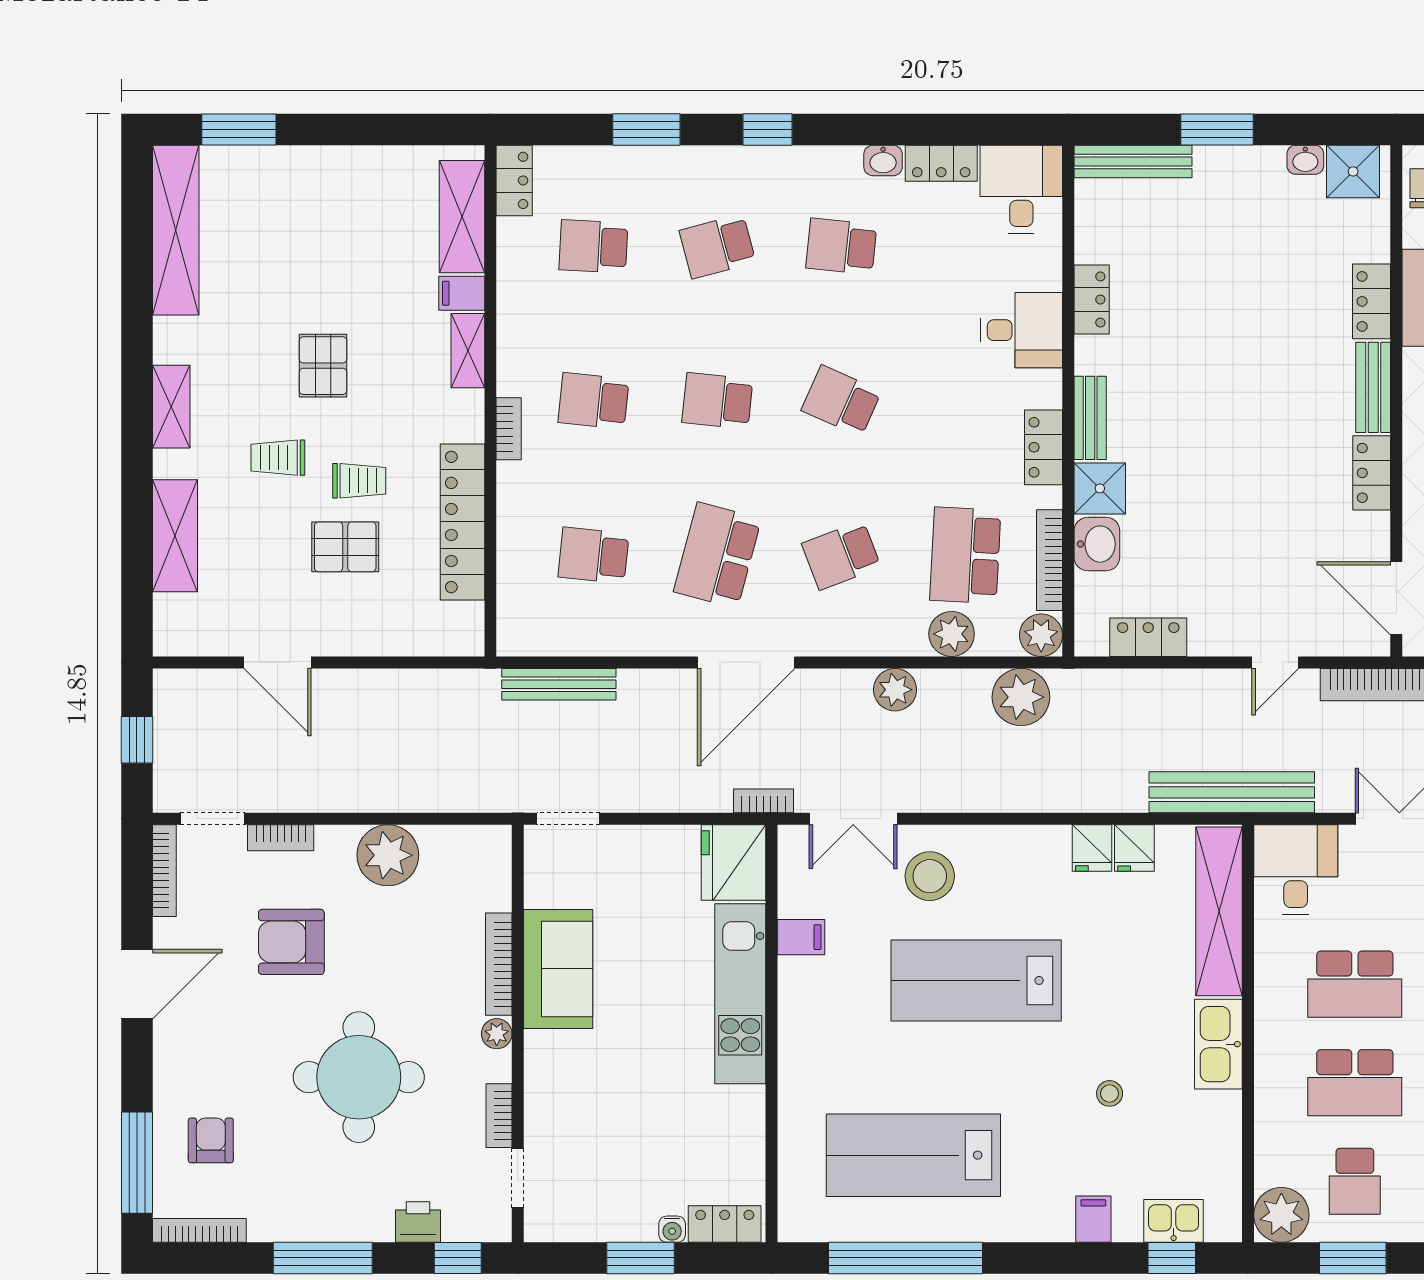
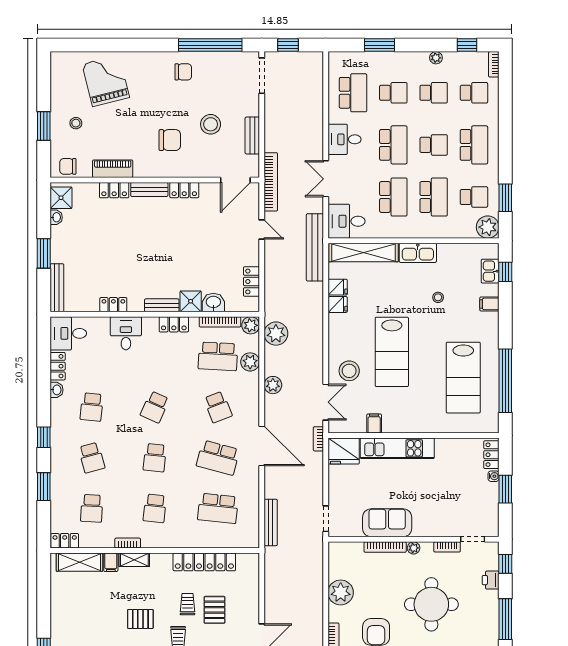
bookcase: (509, 429) -> (128, 543), moved
school desk: (593, 555) -> (218, 508), width x1.85

